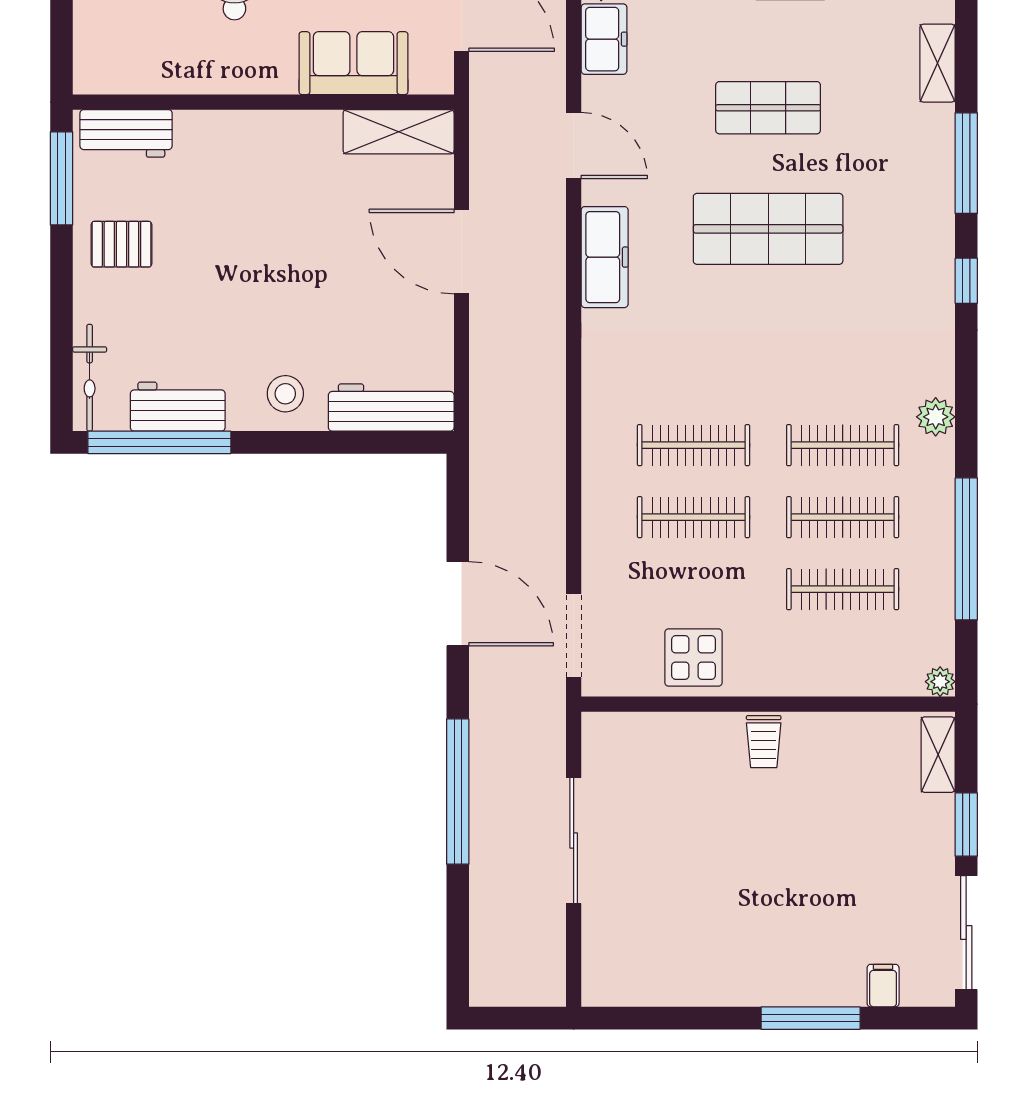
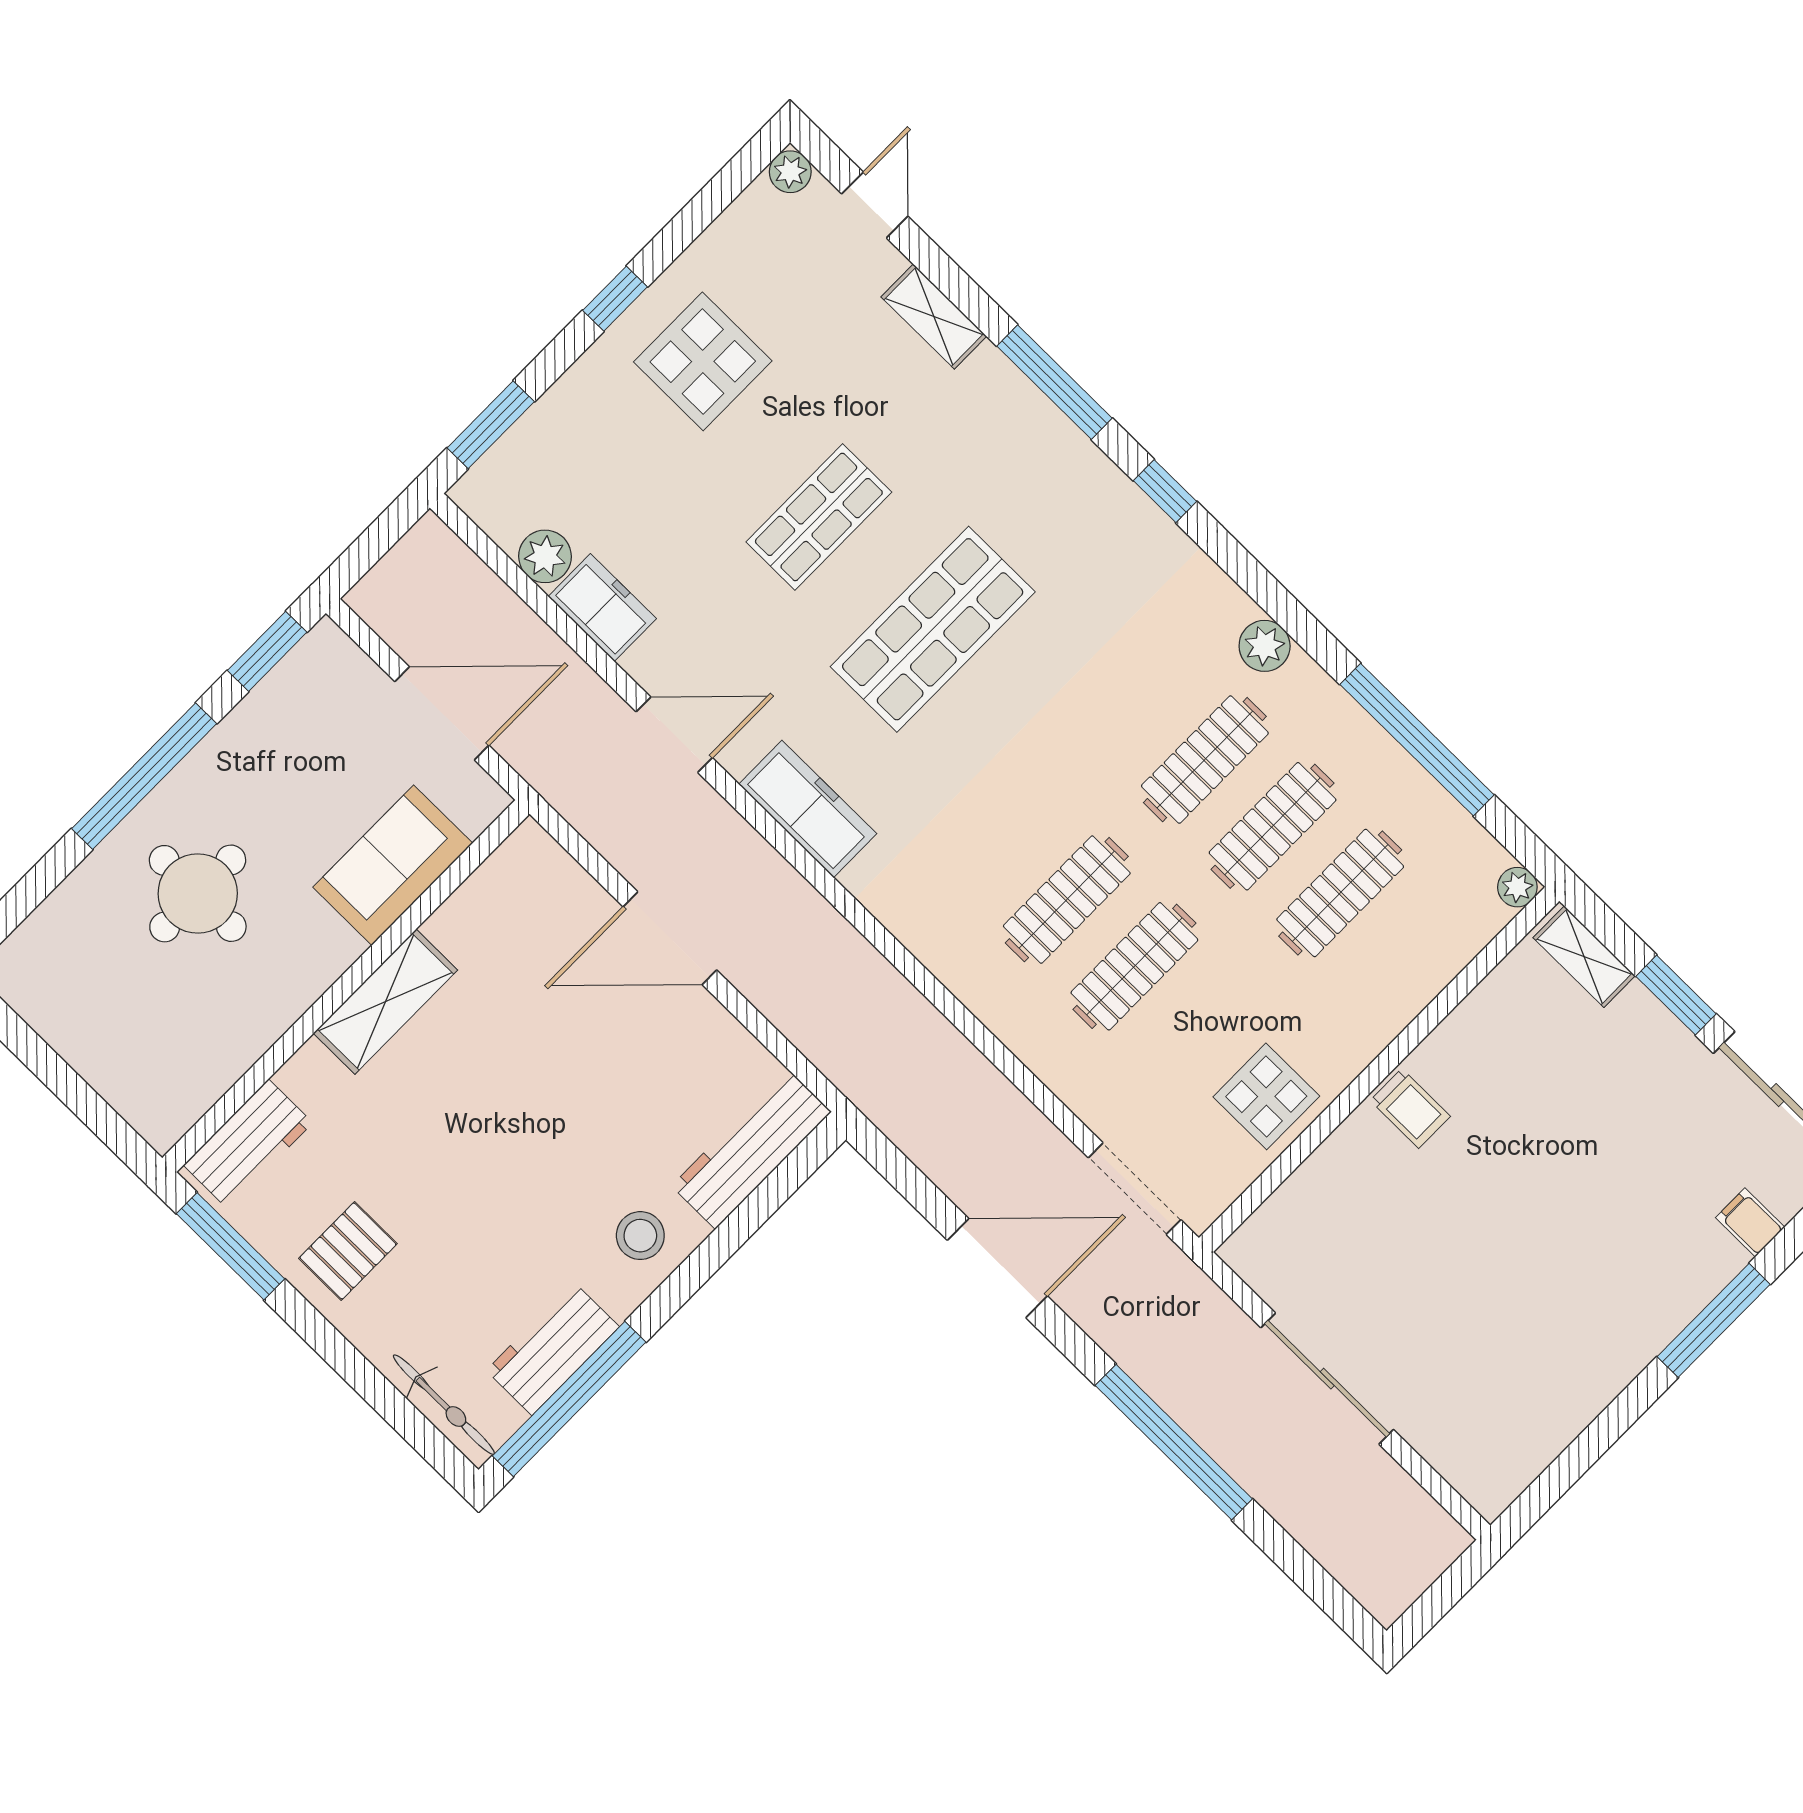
shelving: (399, 132) -> (385, 1002), moved

